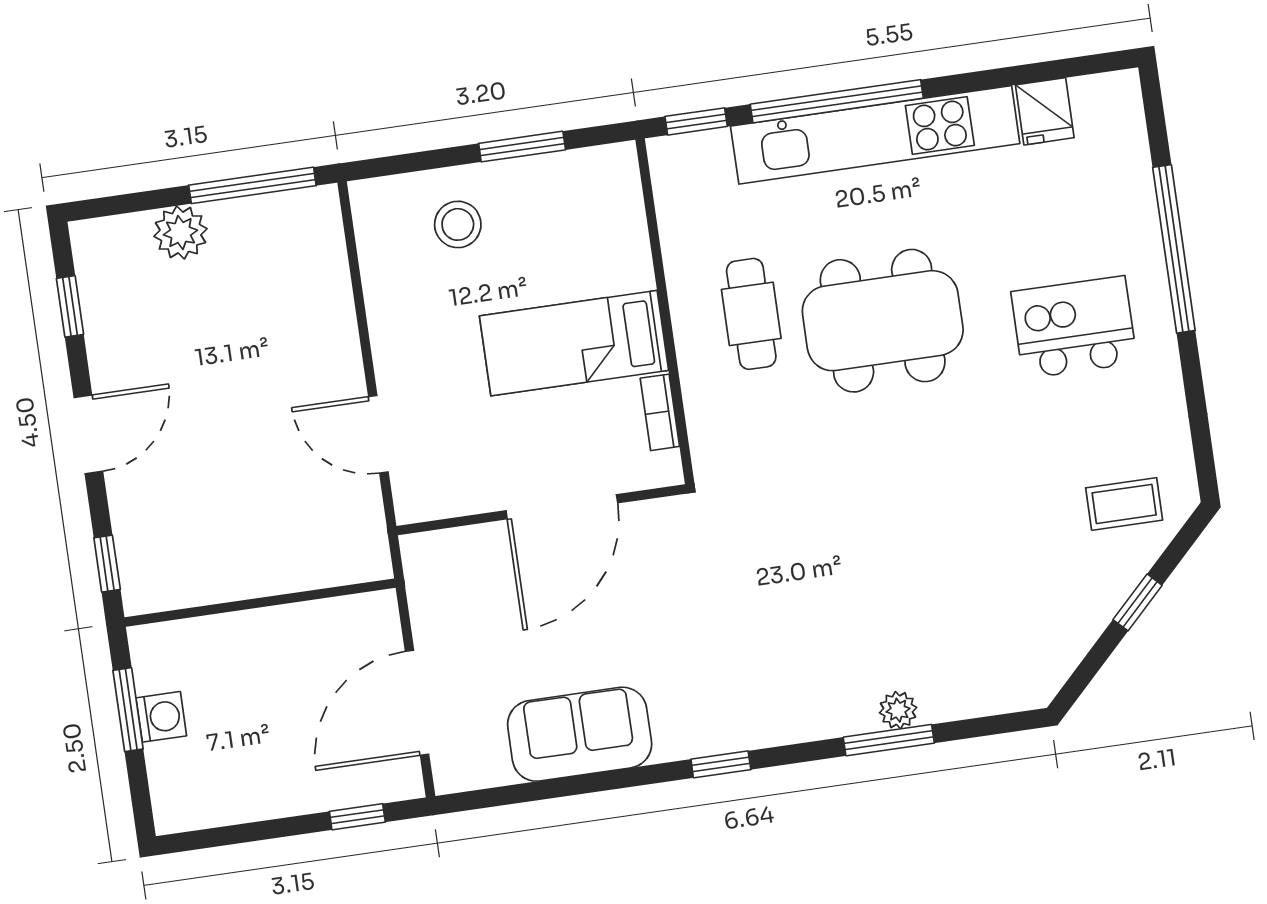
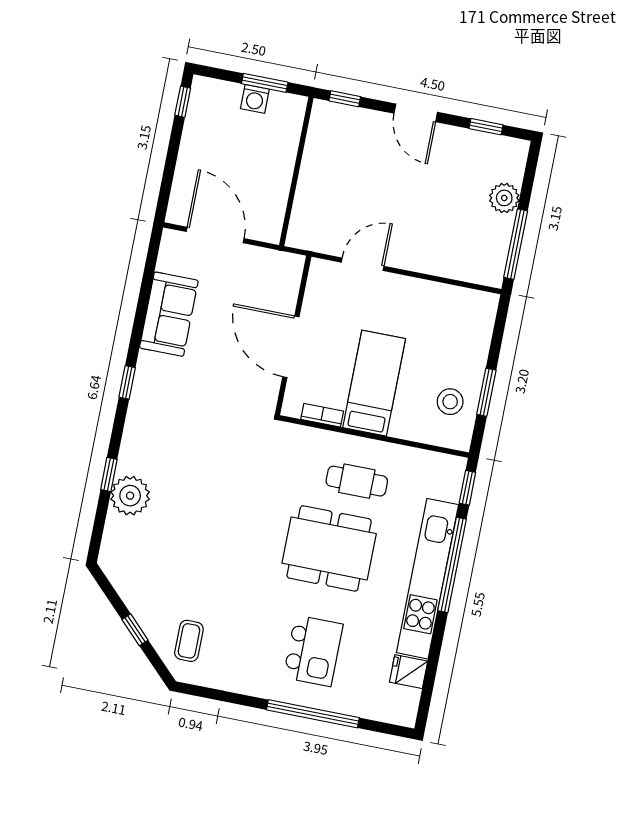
stool: (458, 224) -> (450, 402), moved
dining table: (883, 321) -> (329, 548), turned 90
kitchen island: (1074, 327) -> (313, 651), moved
plant: (898, 710) -> (130, 496), width x1.88, depth x1.88
window: (889, 740) -> (109, 475), width x0.67
window: (357, 817) -> (183, 102), moved

